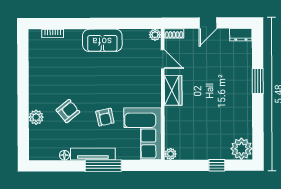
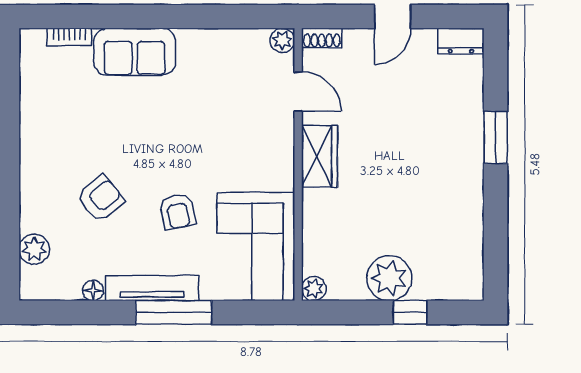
sofa: (102, 40) -> (135, 52), moved
plant: (36, 117) -> (34, 249), moved
plant: (241, 149) -> (389, 278), moved

